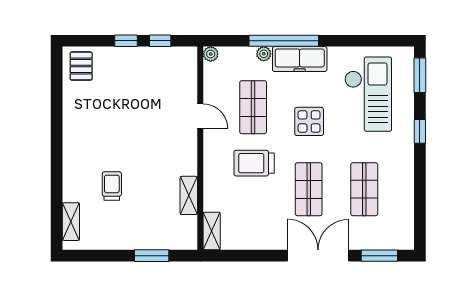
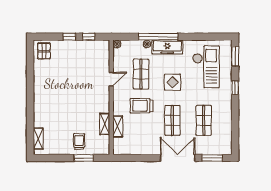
door: (200, 116) -> (111, 79), hinge flipped
trolley: (112, 186) -> (79, 142), moved
shelving: (212, 231) -> (118, 126), moved

